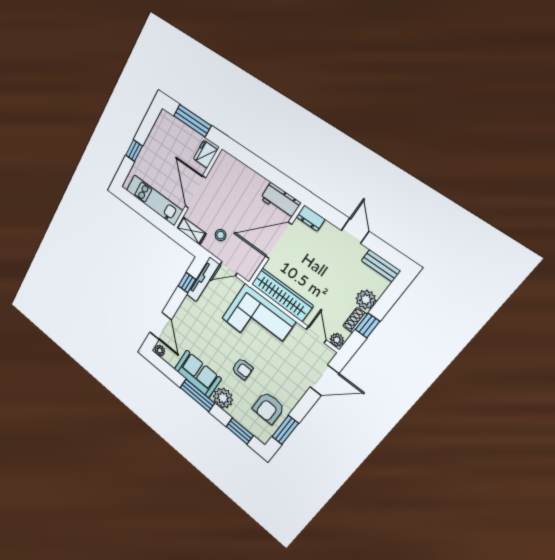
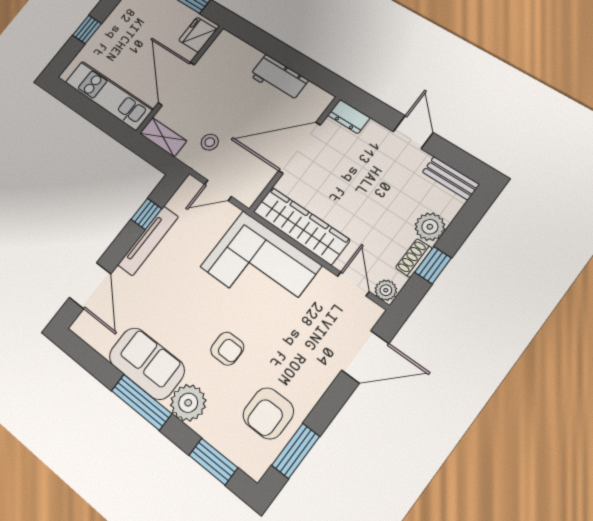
workbench: (280, 201) -> (279, 78), moved
tv unit: (203, 279) -> (148, 241), moved
plant: (160, 351) -> (83, 327), removed

